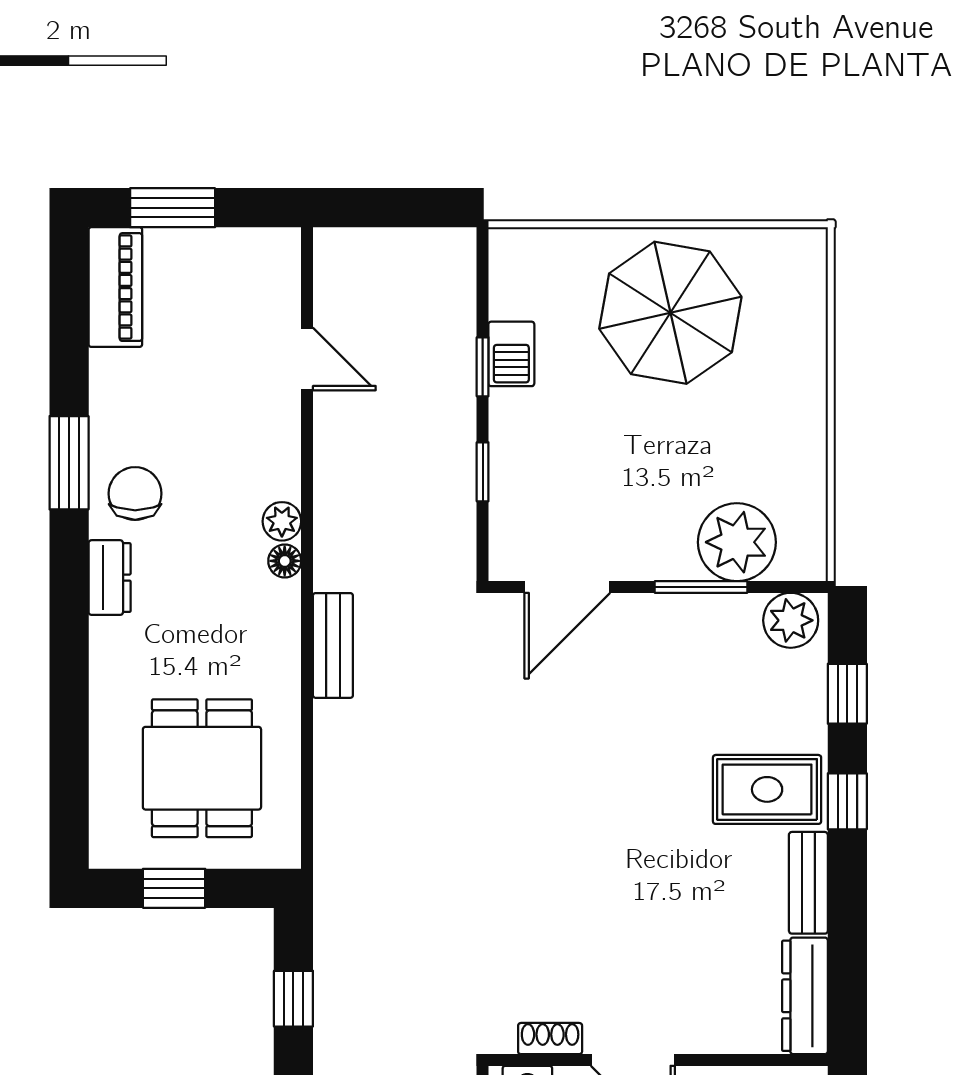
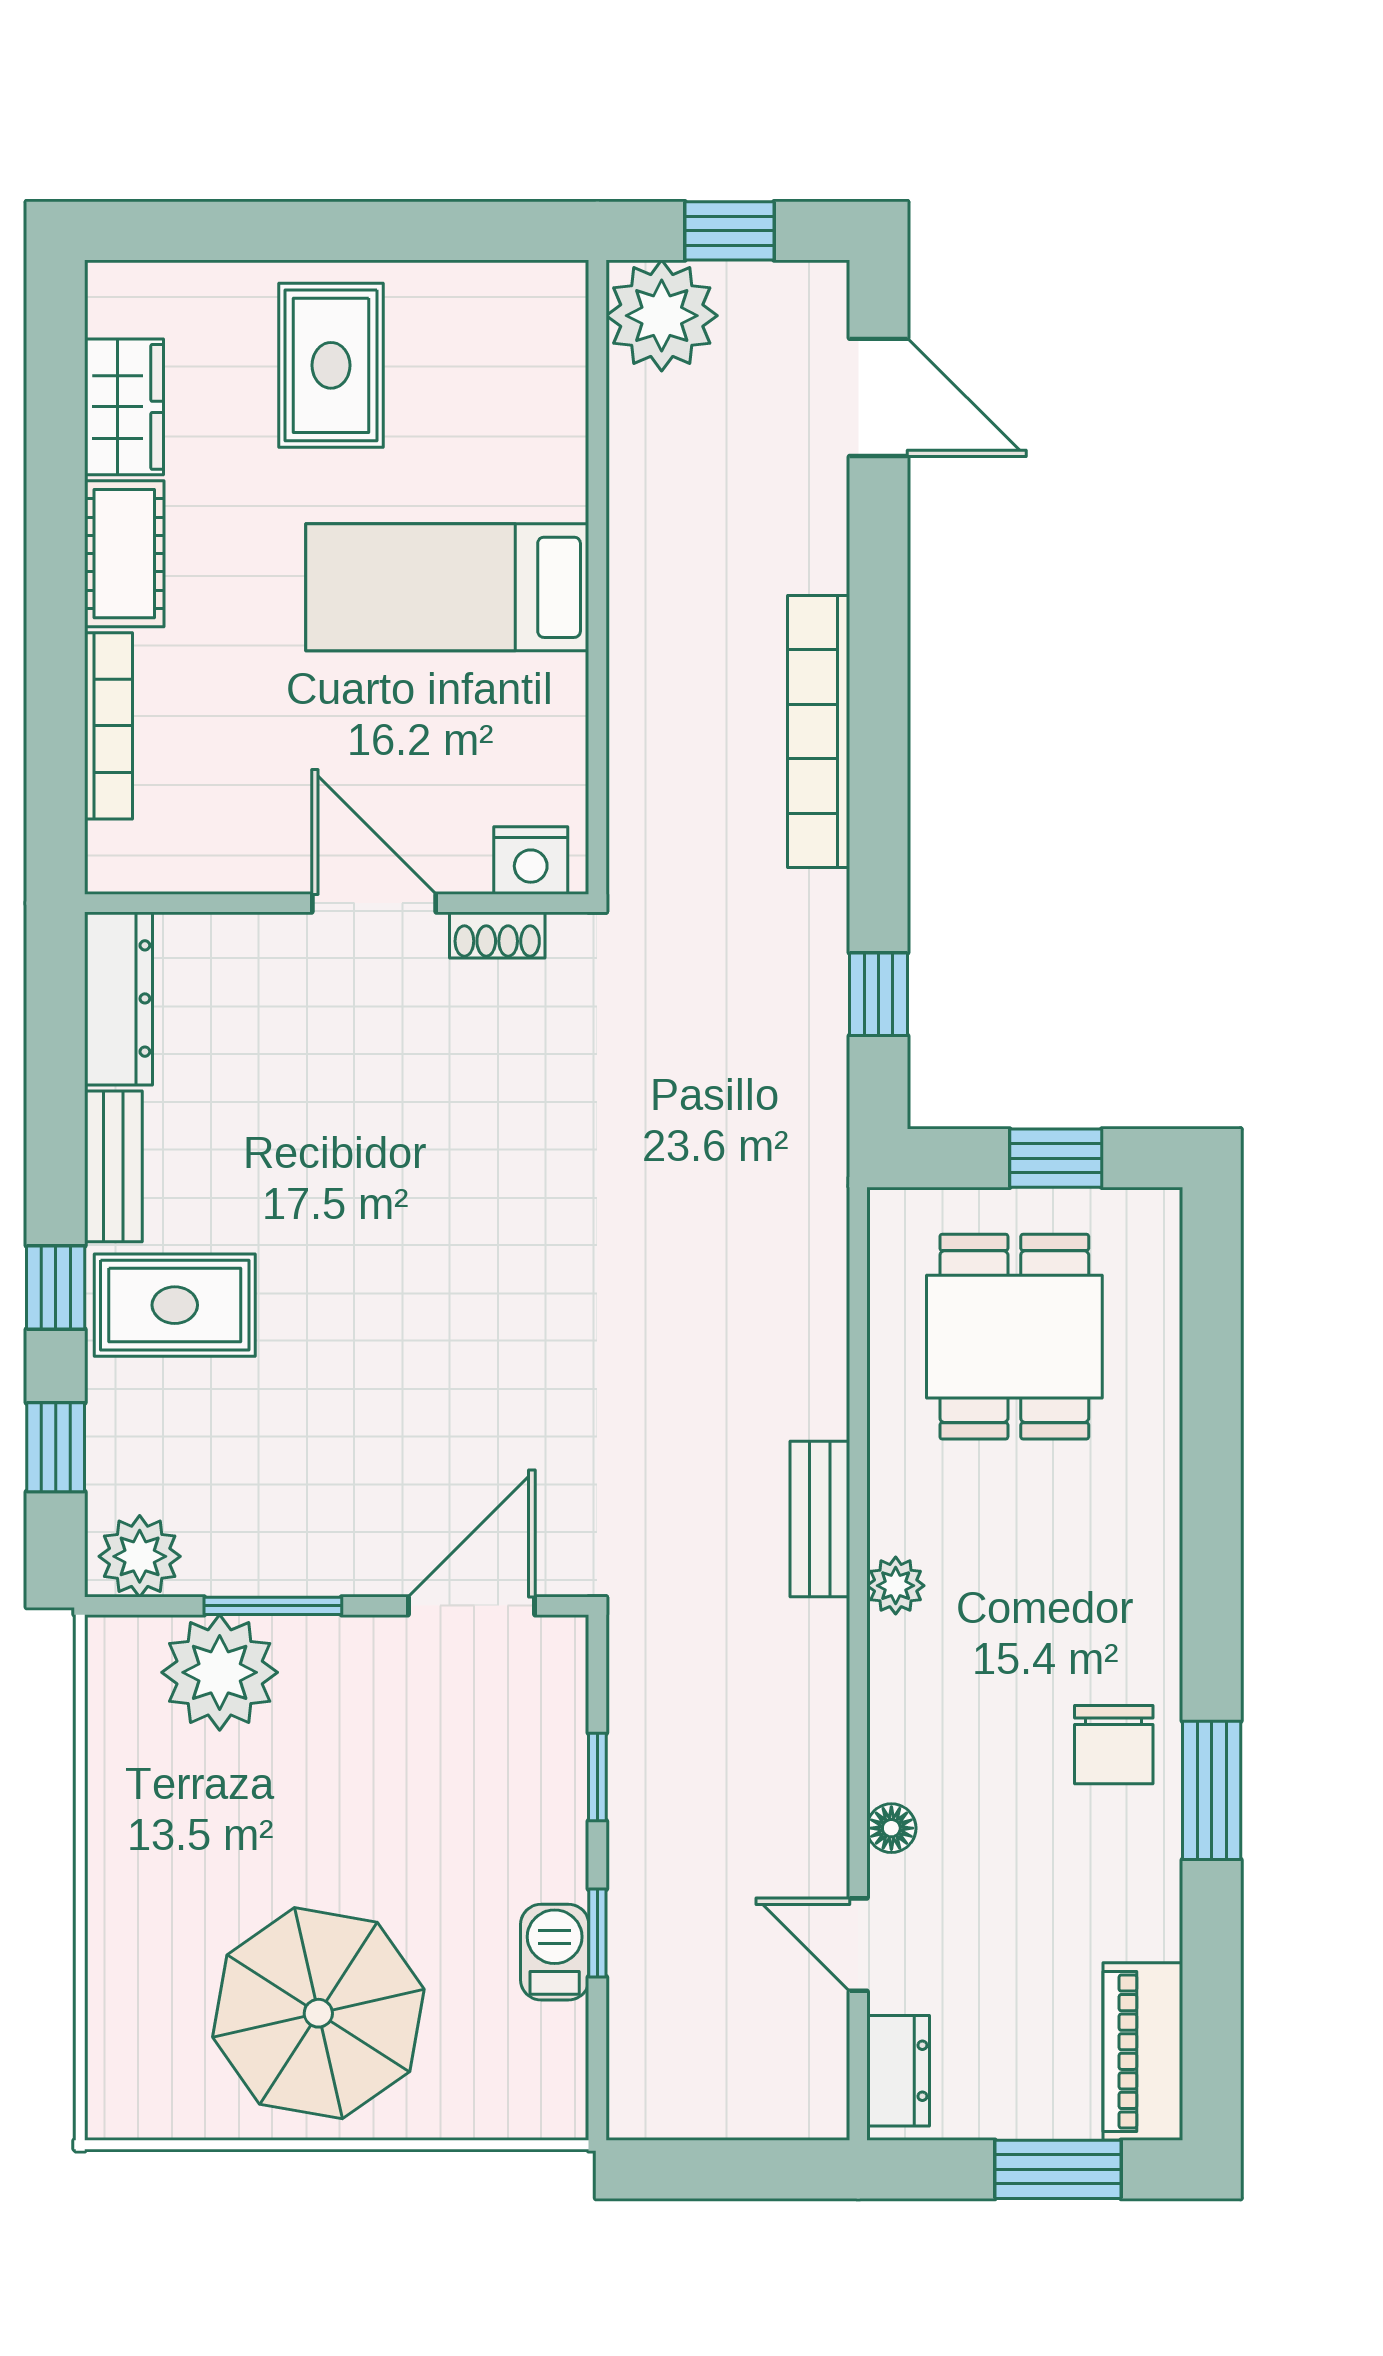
plant: (282, 521) -> (896, 1586), moved
floor lamp: (285, 561) -> (891, 1828), moved
dresser: (110, 578) -> (898, 2071), moved, turned 180

